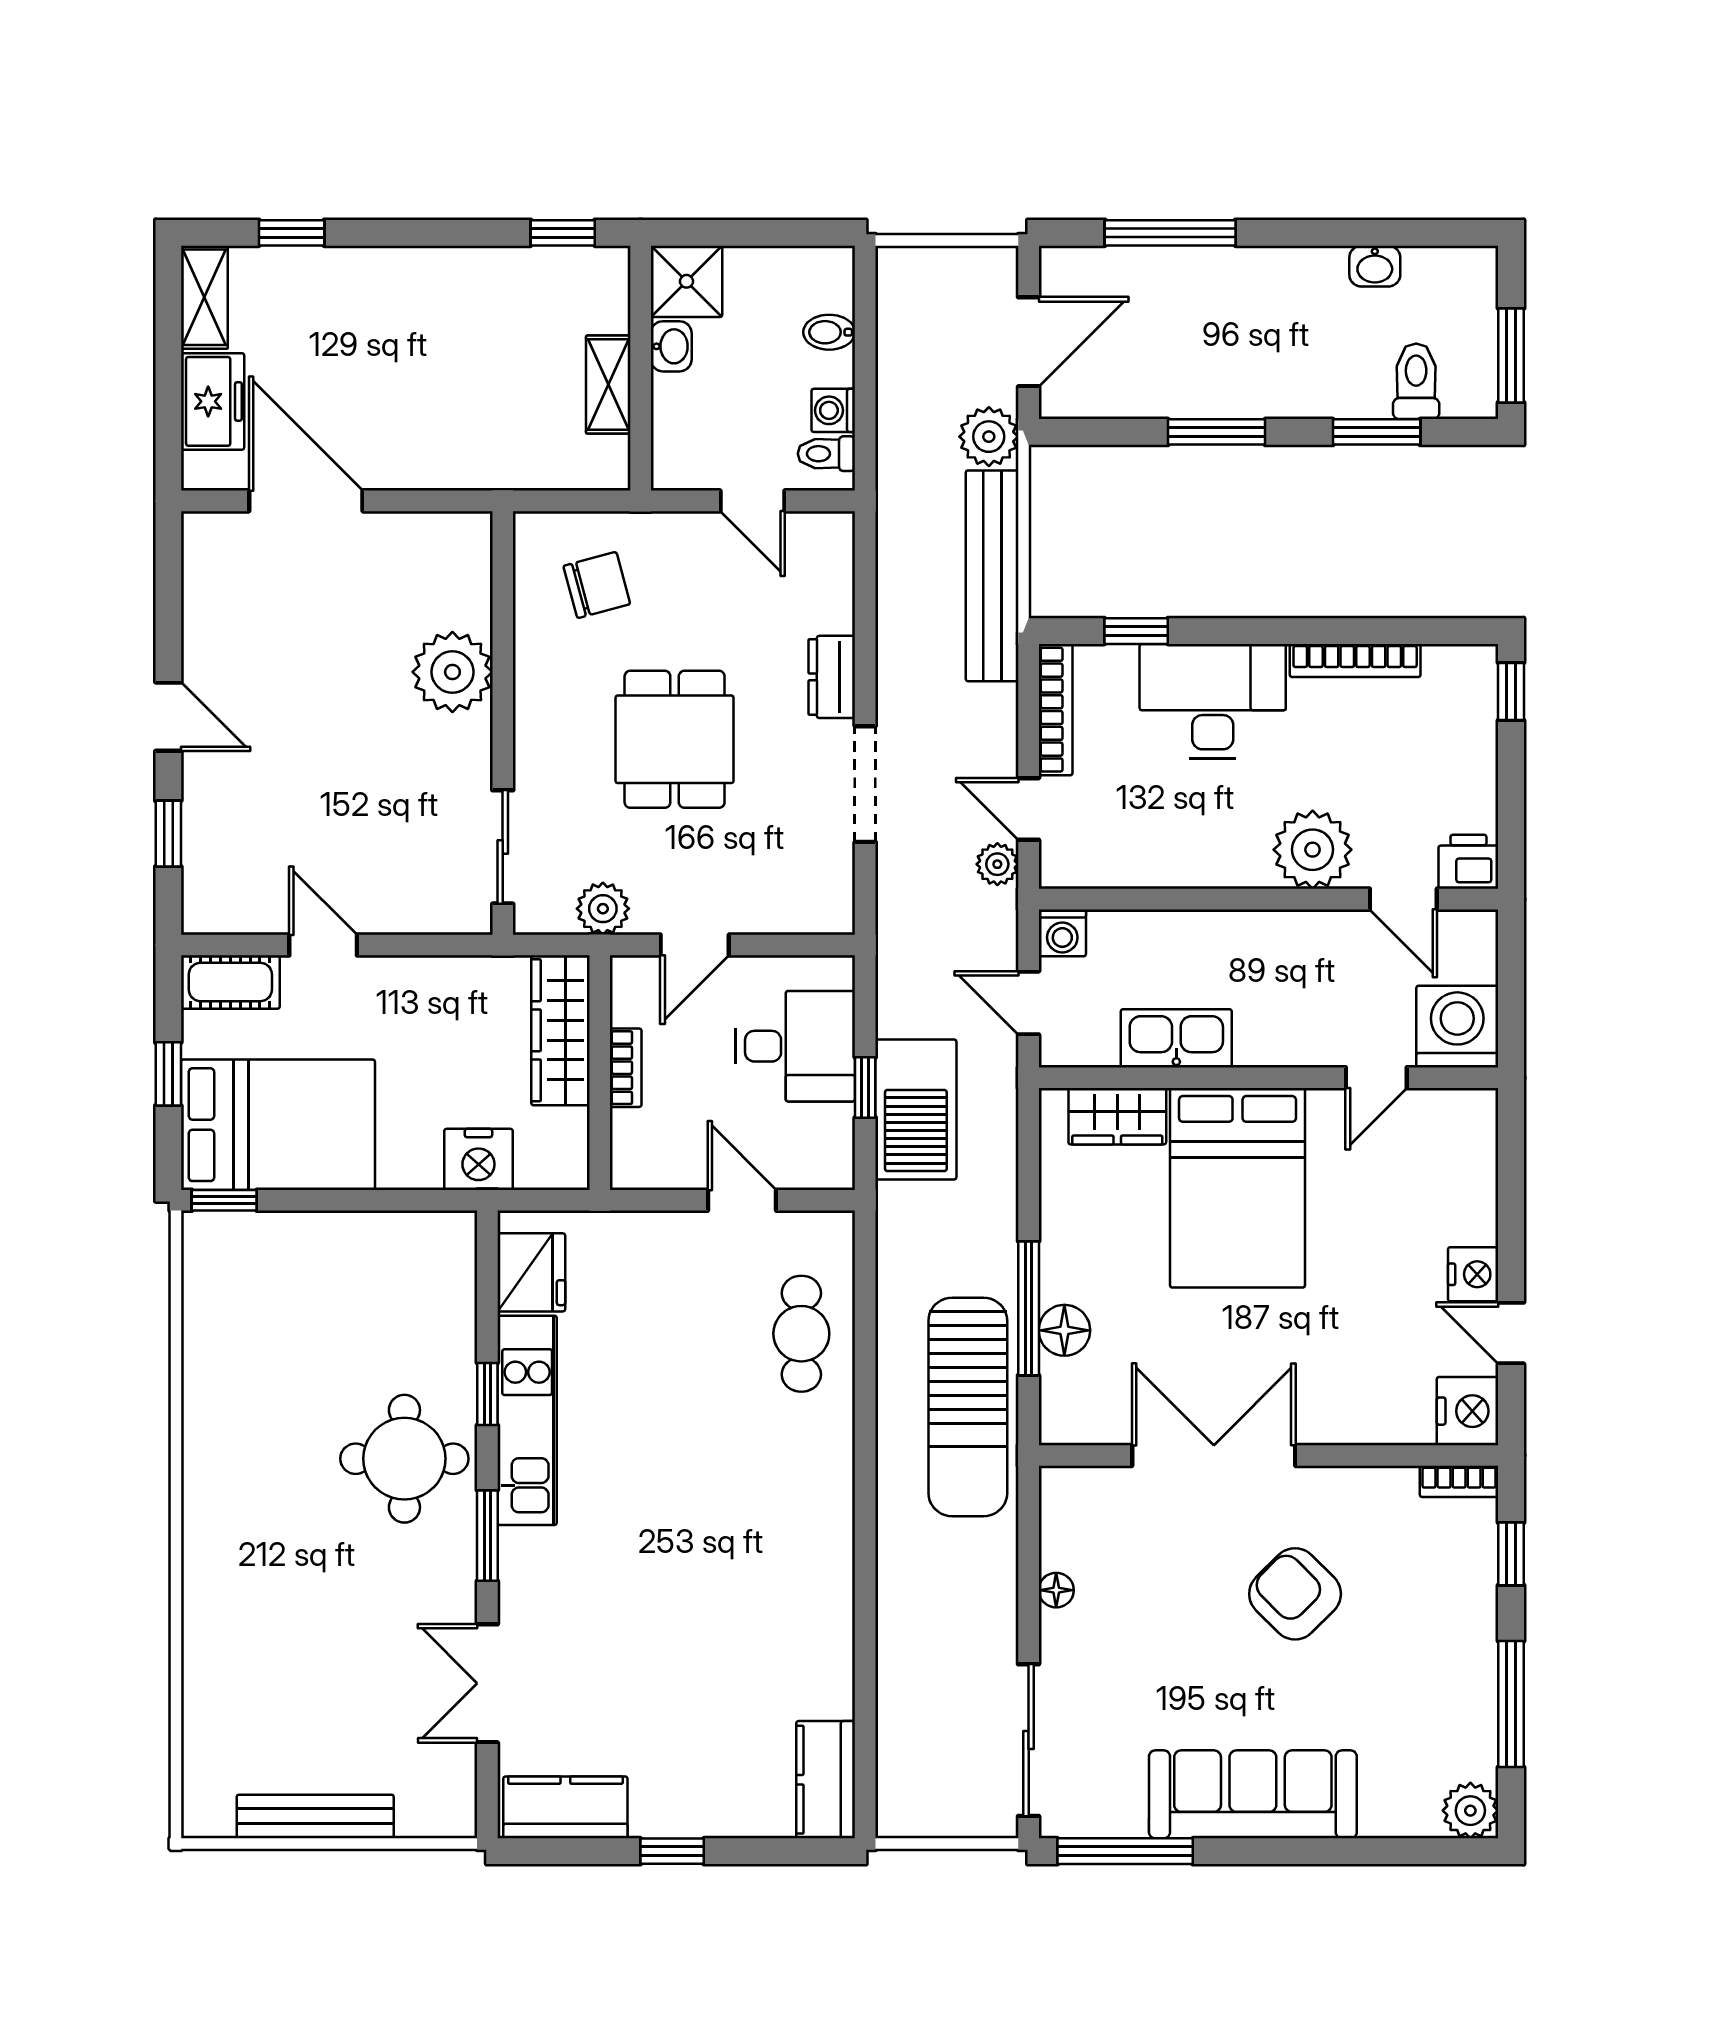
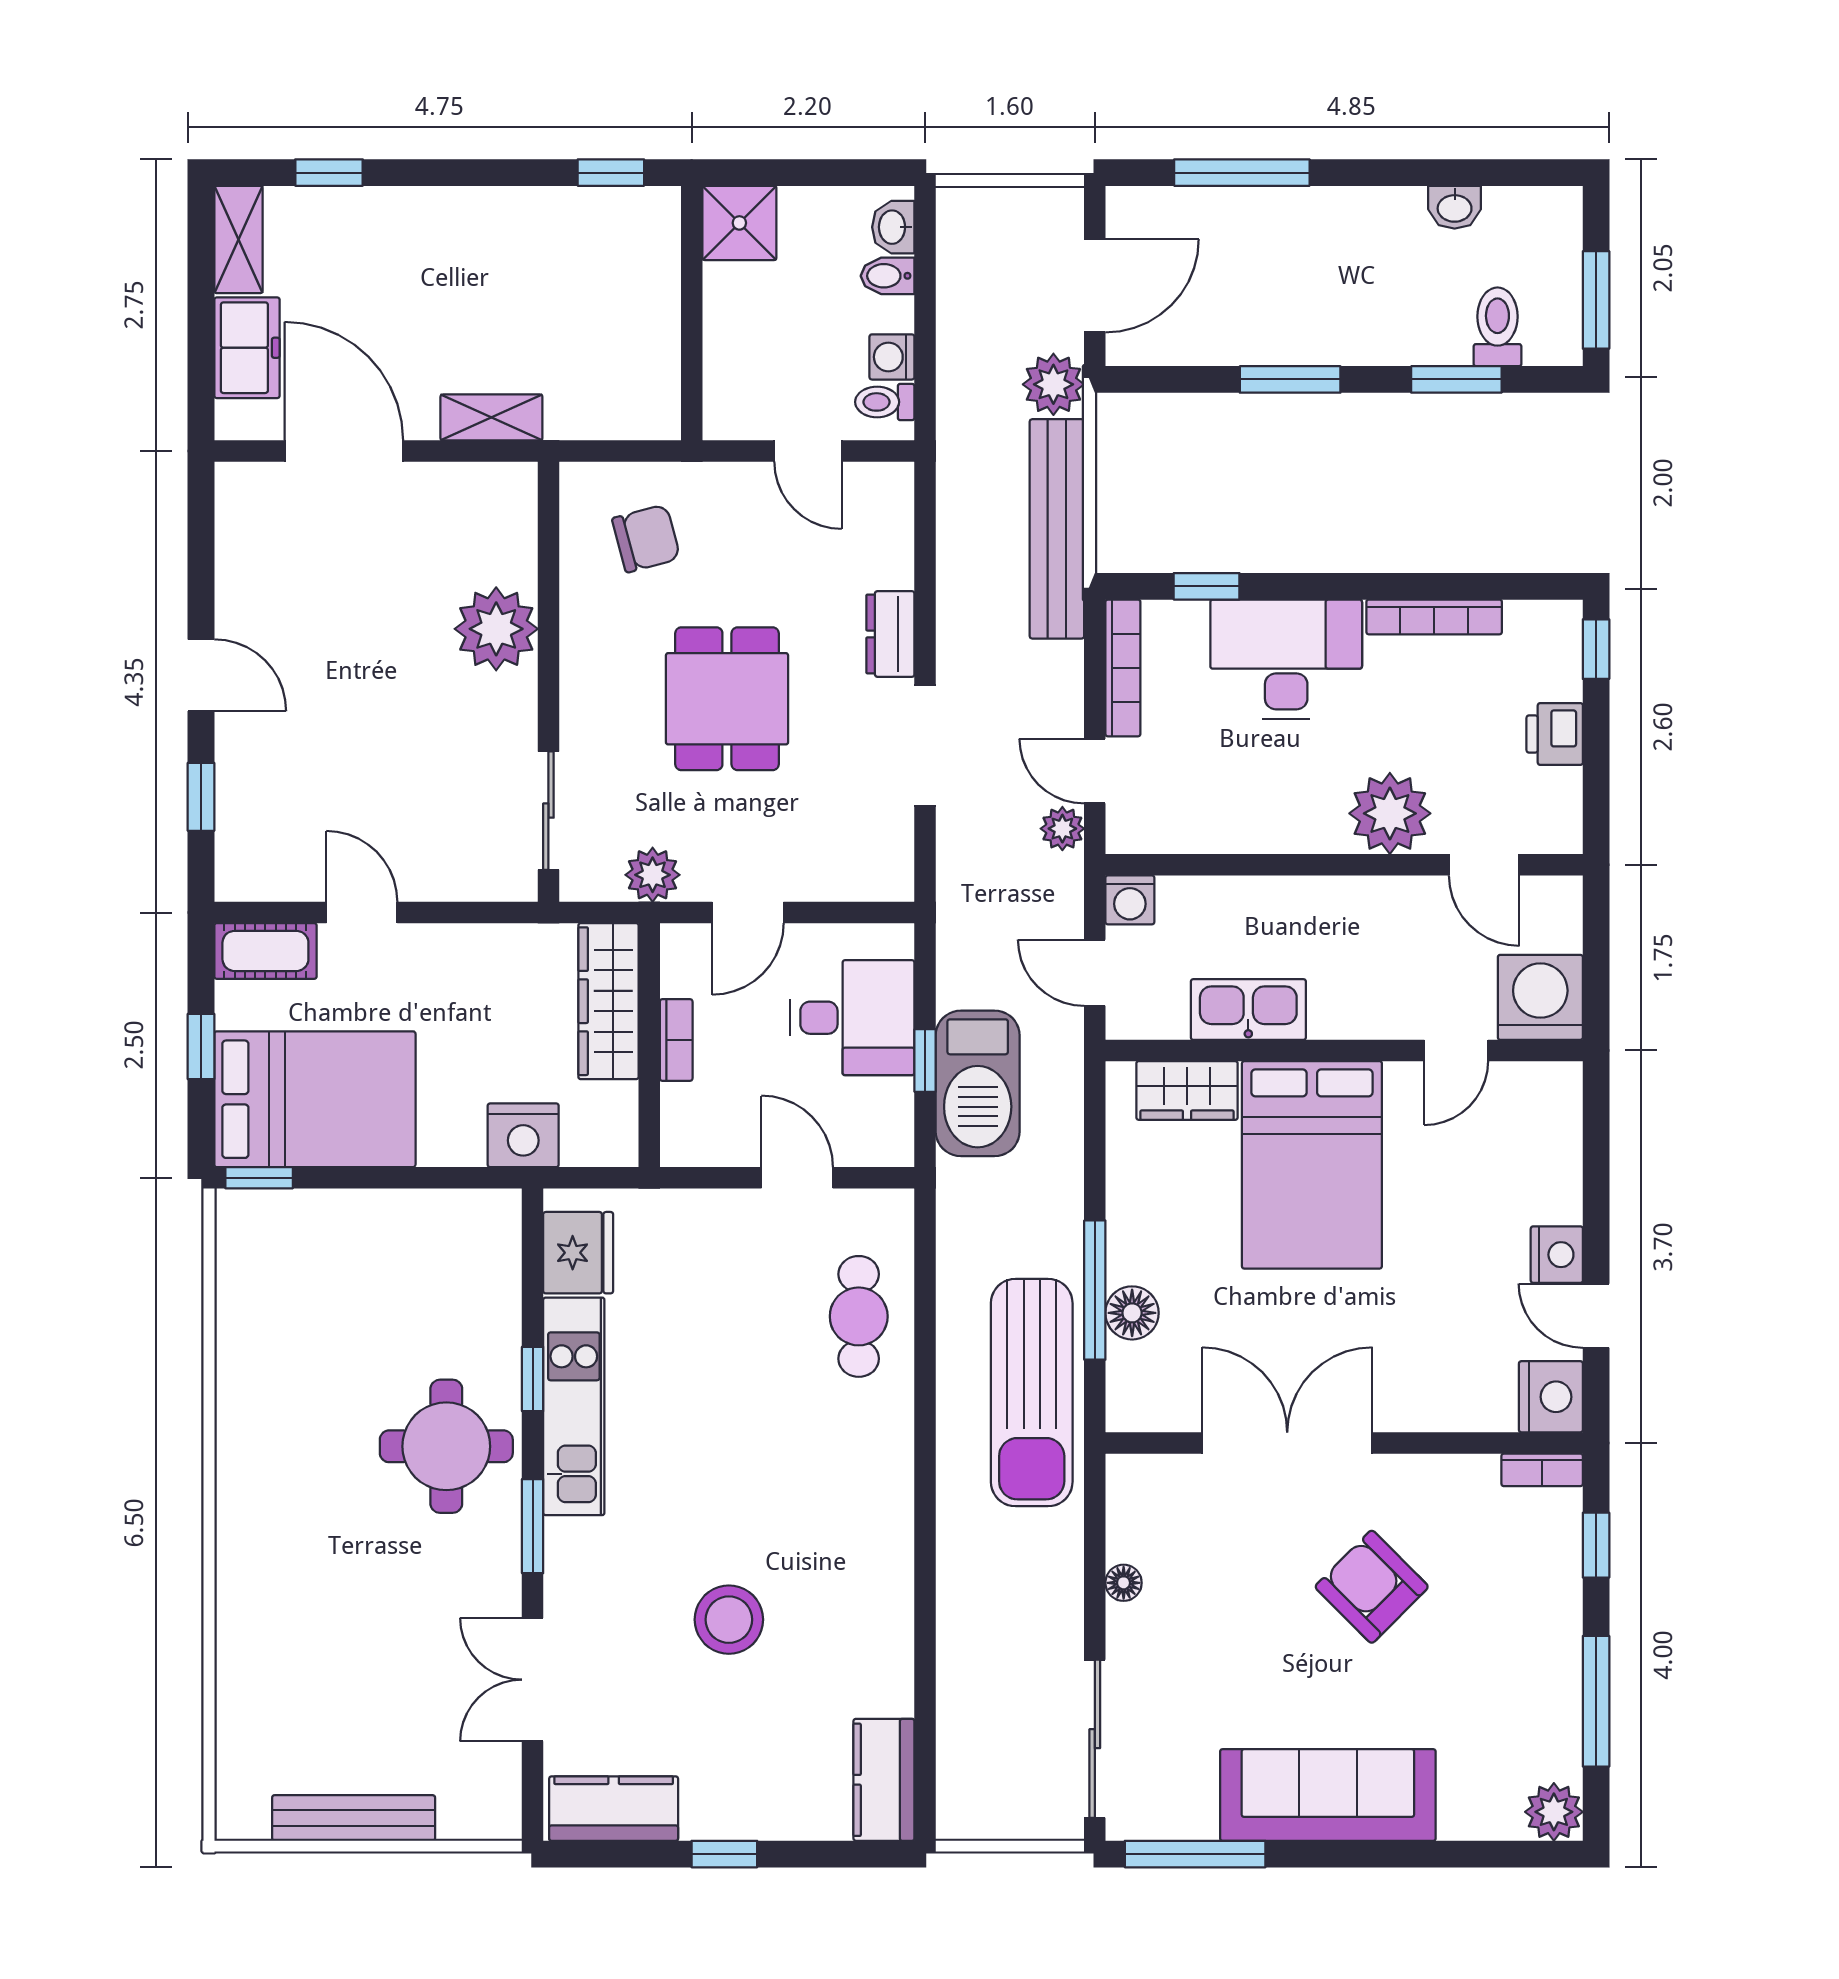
washbasin: (671, 346) -> (893, 227), moved, turned 180
shelving: (608, 385) -> (491, 417), moved, turned 90
printer: (1468, 862) -> (1555, 734), moved, turned -90
stool: (676, 1626) -> (729, 1620), added

